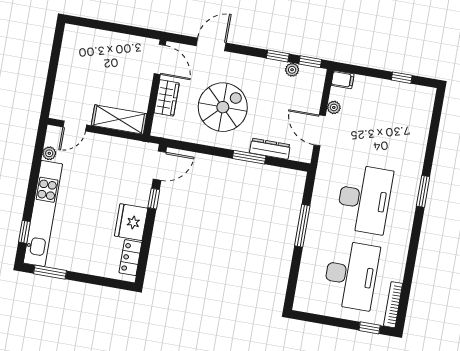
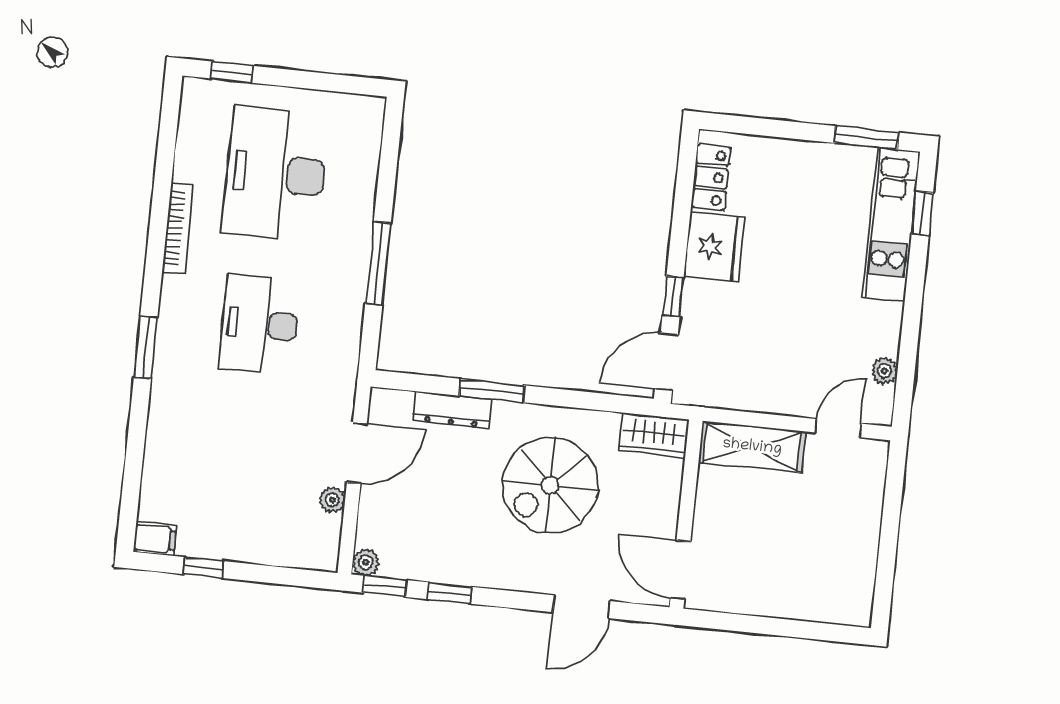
plant: (292, 70) -> (366, 563), moved
filing cabinet: (343, 80) -> (155, 539), moved, turned 180
wardrobe: (167, 98) -> (654, 435), moved, turned -90
door: (320, 130) -> (357, 453), hinge flipped
desk: (364, 199) -> (260, 324), width x0.73, depth x0.77
kitchen unit: (43, 213) -> (891, 225), width x0.73
bookcase: (393, 305) -> (178, 228), moved

